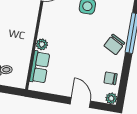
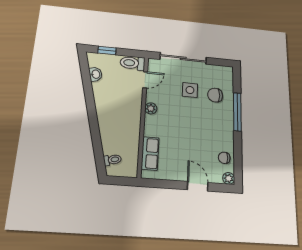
plant: (42, 44) -> (151, 108), moved
chair: (114, 44) -> (215, 95), moved, turned 63

